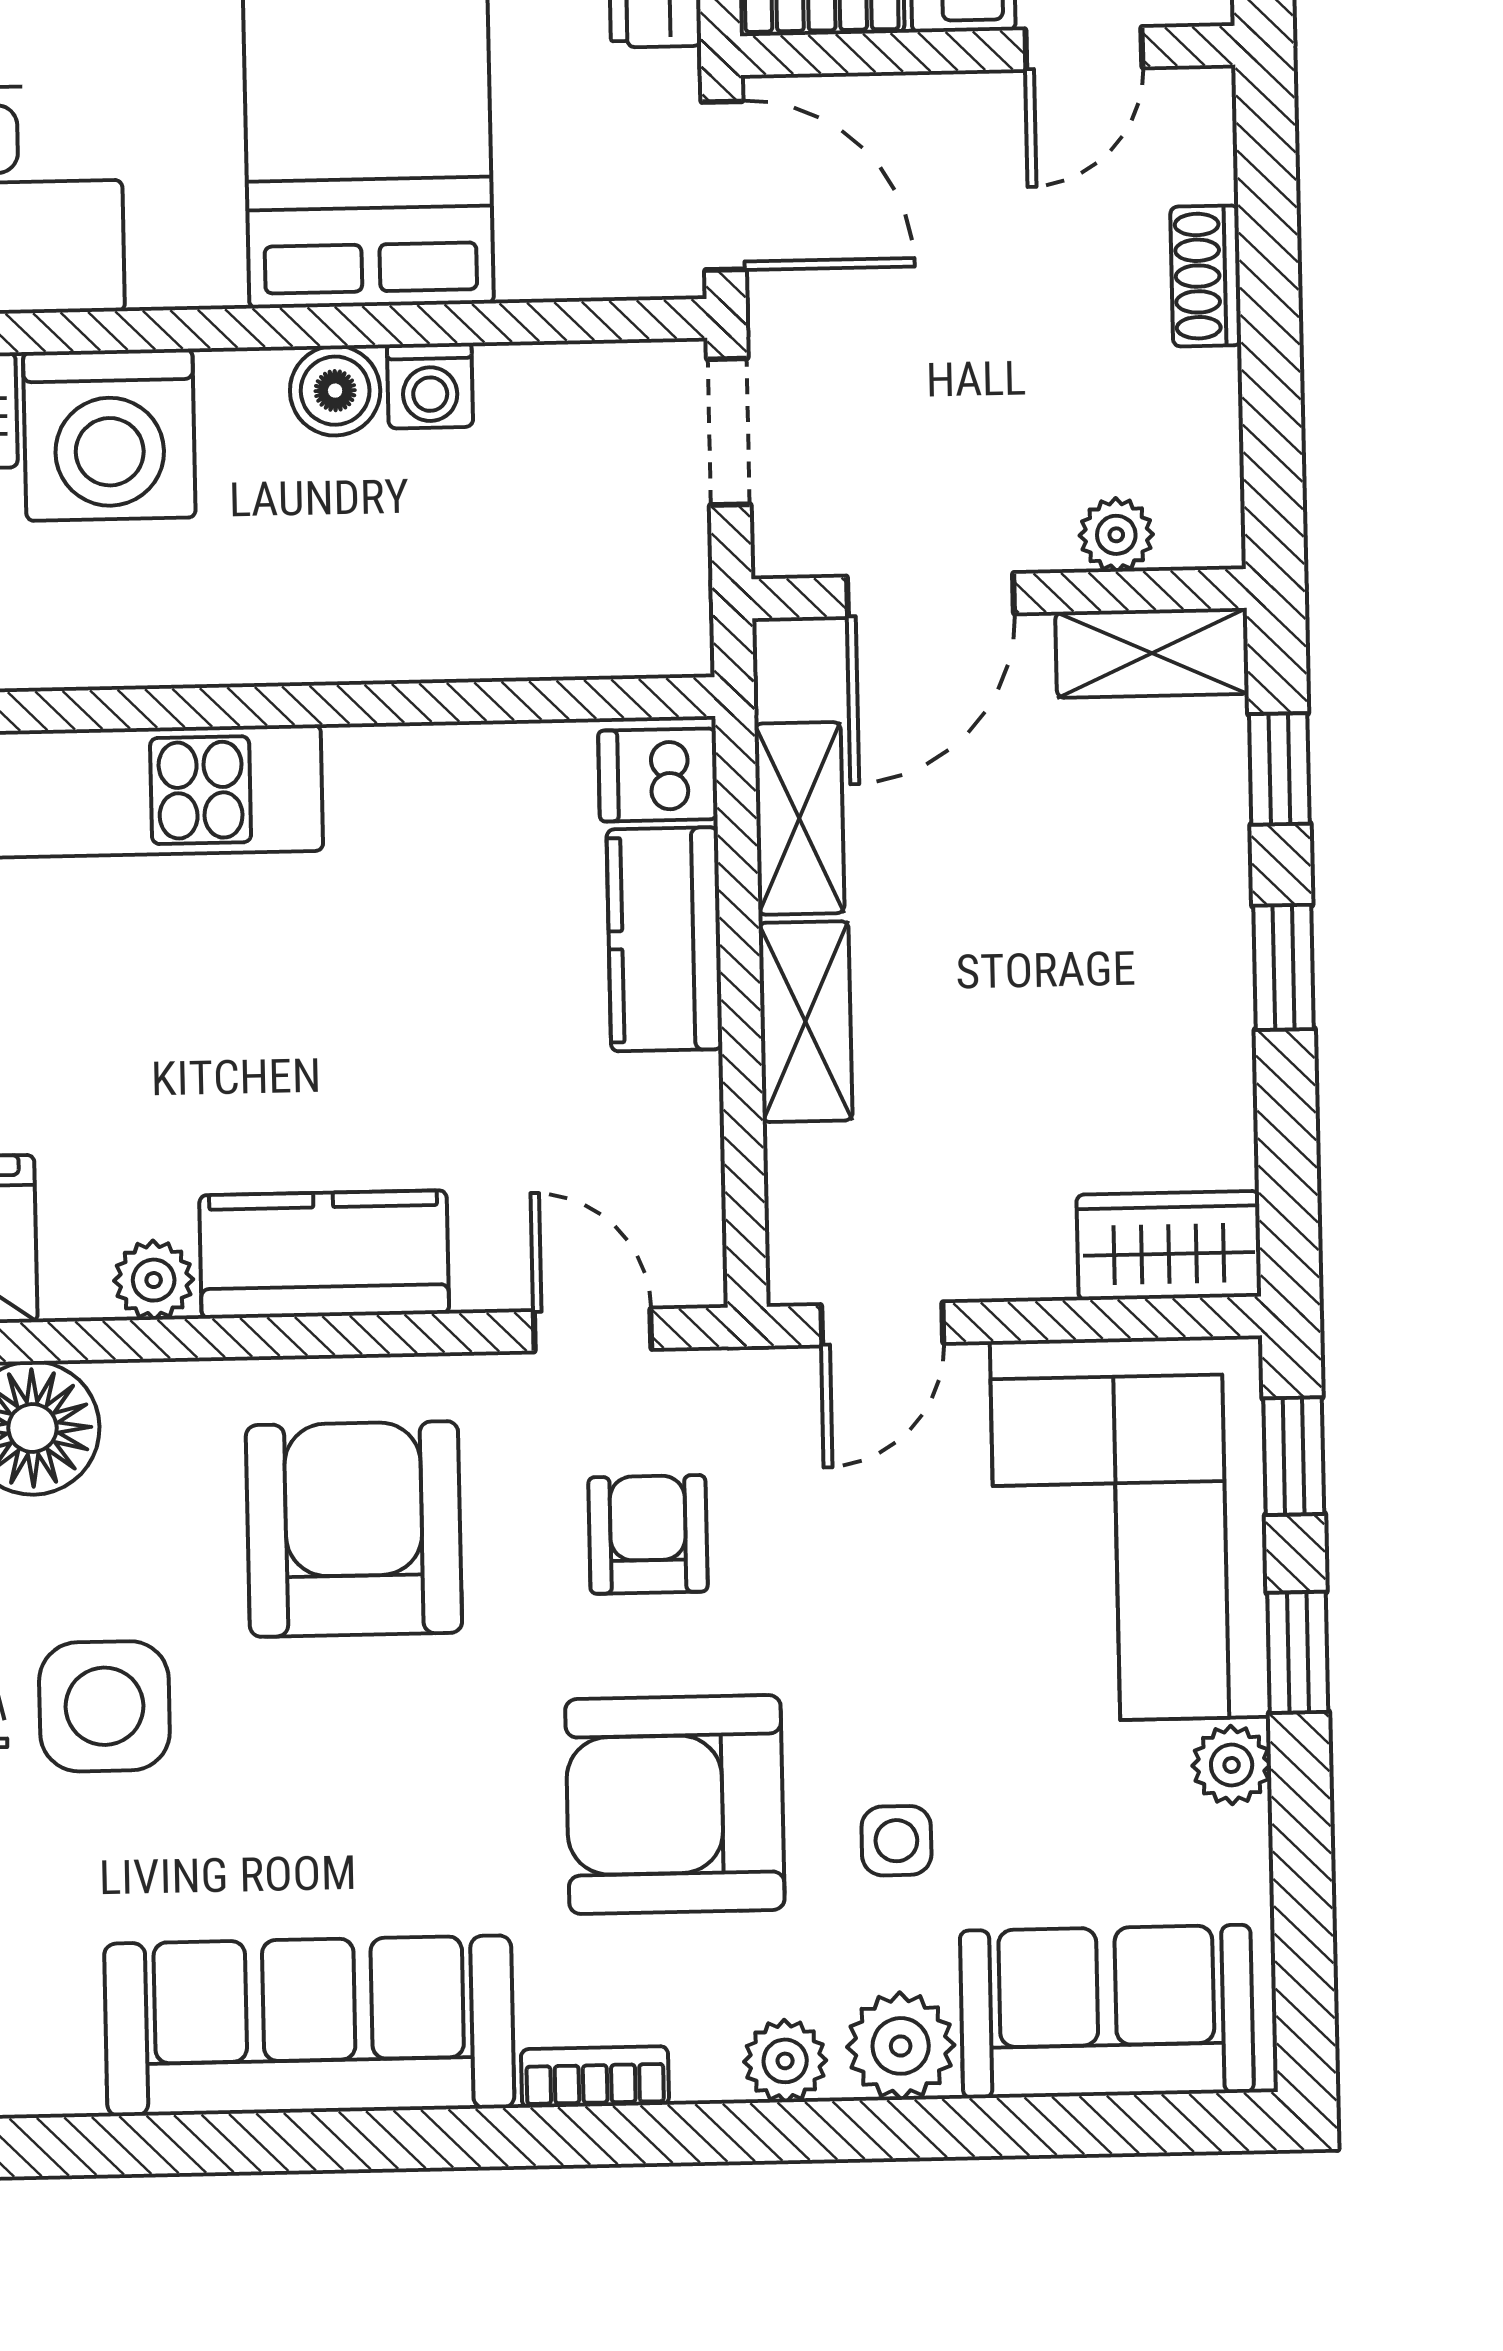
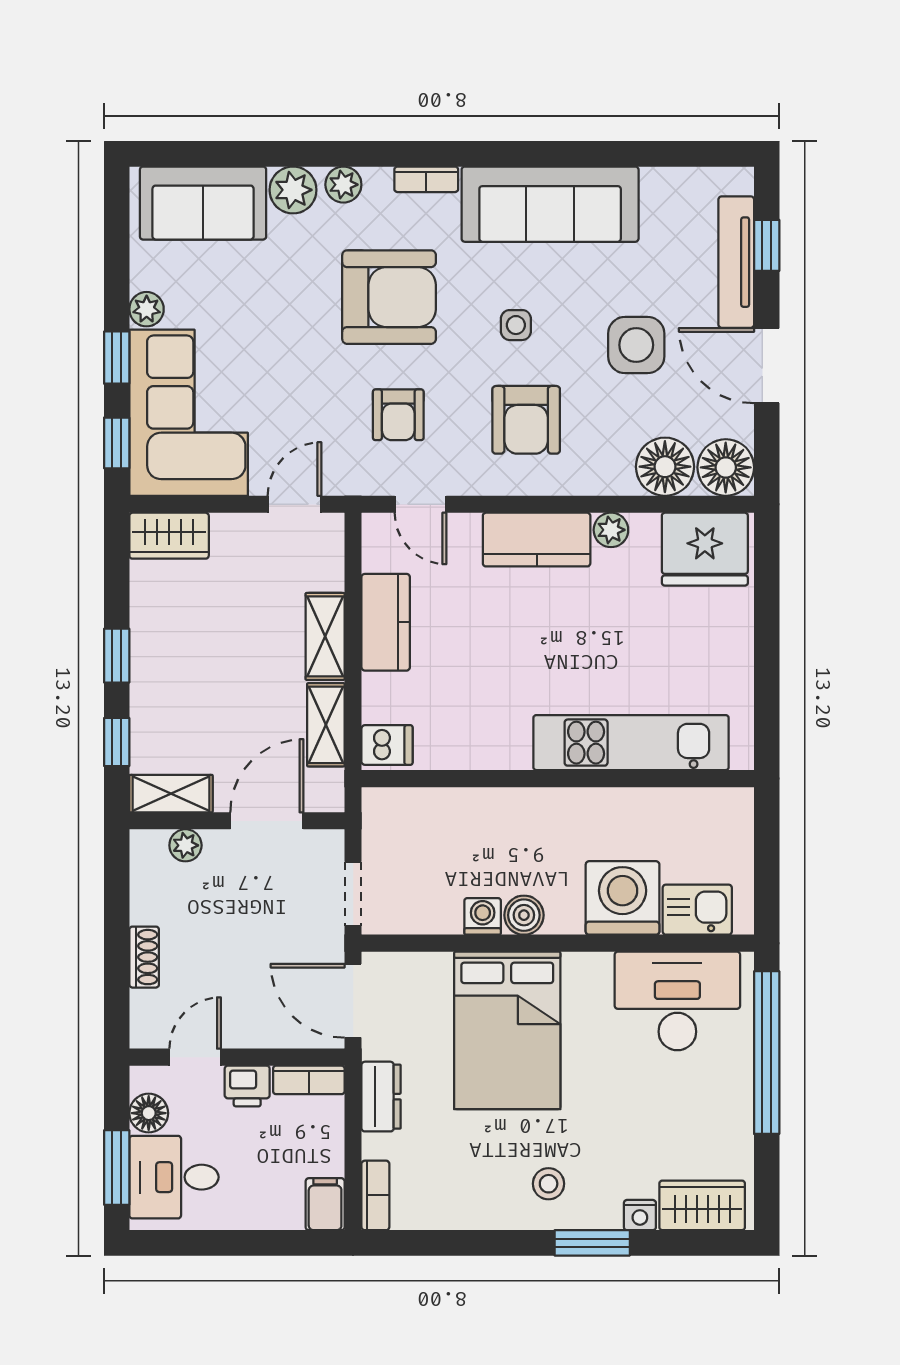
kitchen counter: (664, 939) -> (386, 622), moved
armchair: (354, 1529) -> (526, 420), width x0.73, depth x0.73
side table: (896, 1841) -> (516, 325), moved

